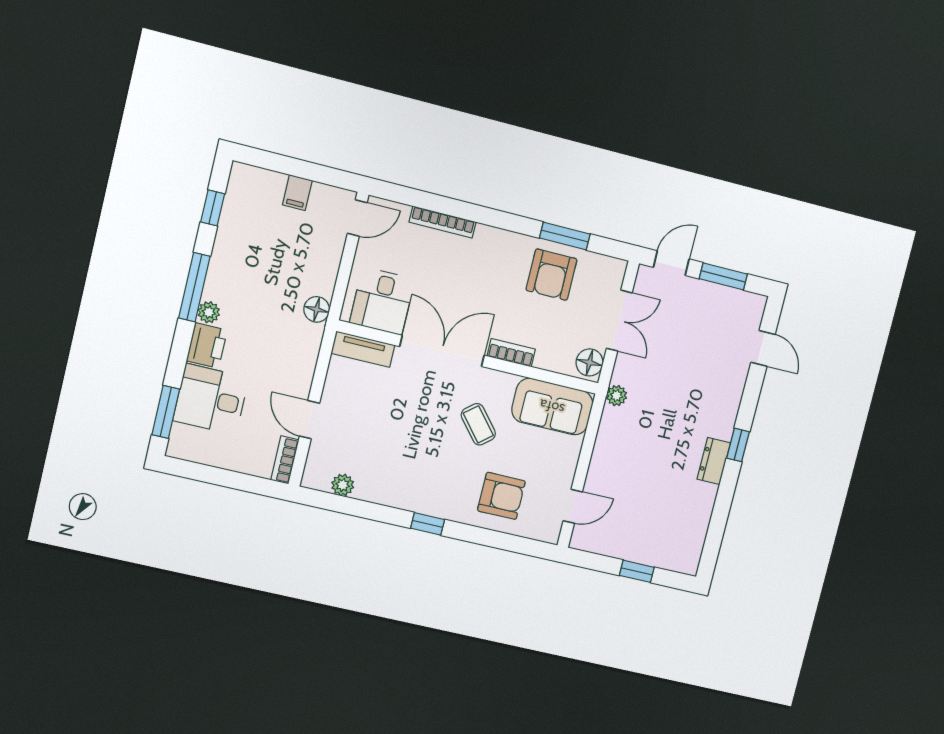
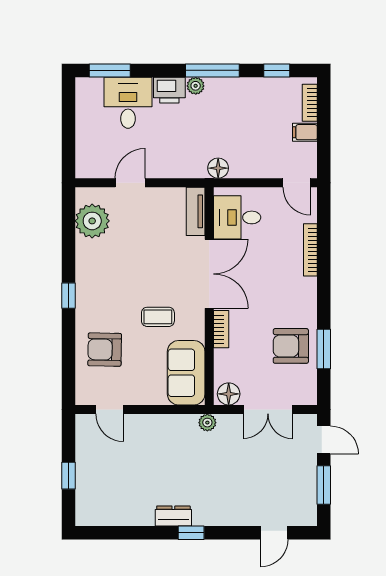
coffee table: (478, 424) -> (158, 317), turned 40
bookcase: (285, 460) -> (310, 103), moved, turned -90
plant: (343, 485) -> (92, 221), width x1.88, depth x1.88
armchair: (501, 496) -> (105, 350), turned 91

